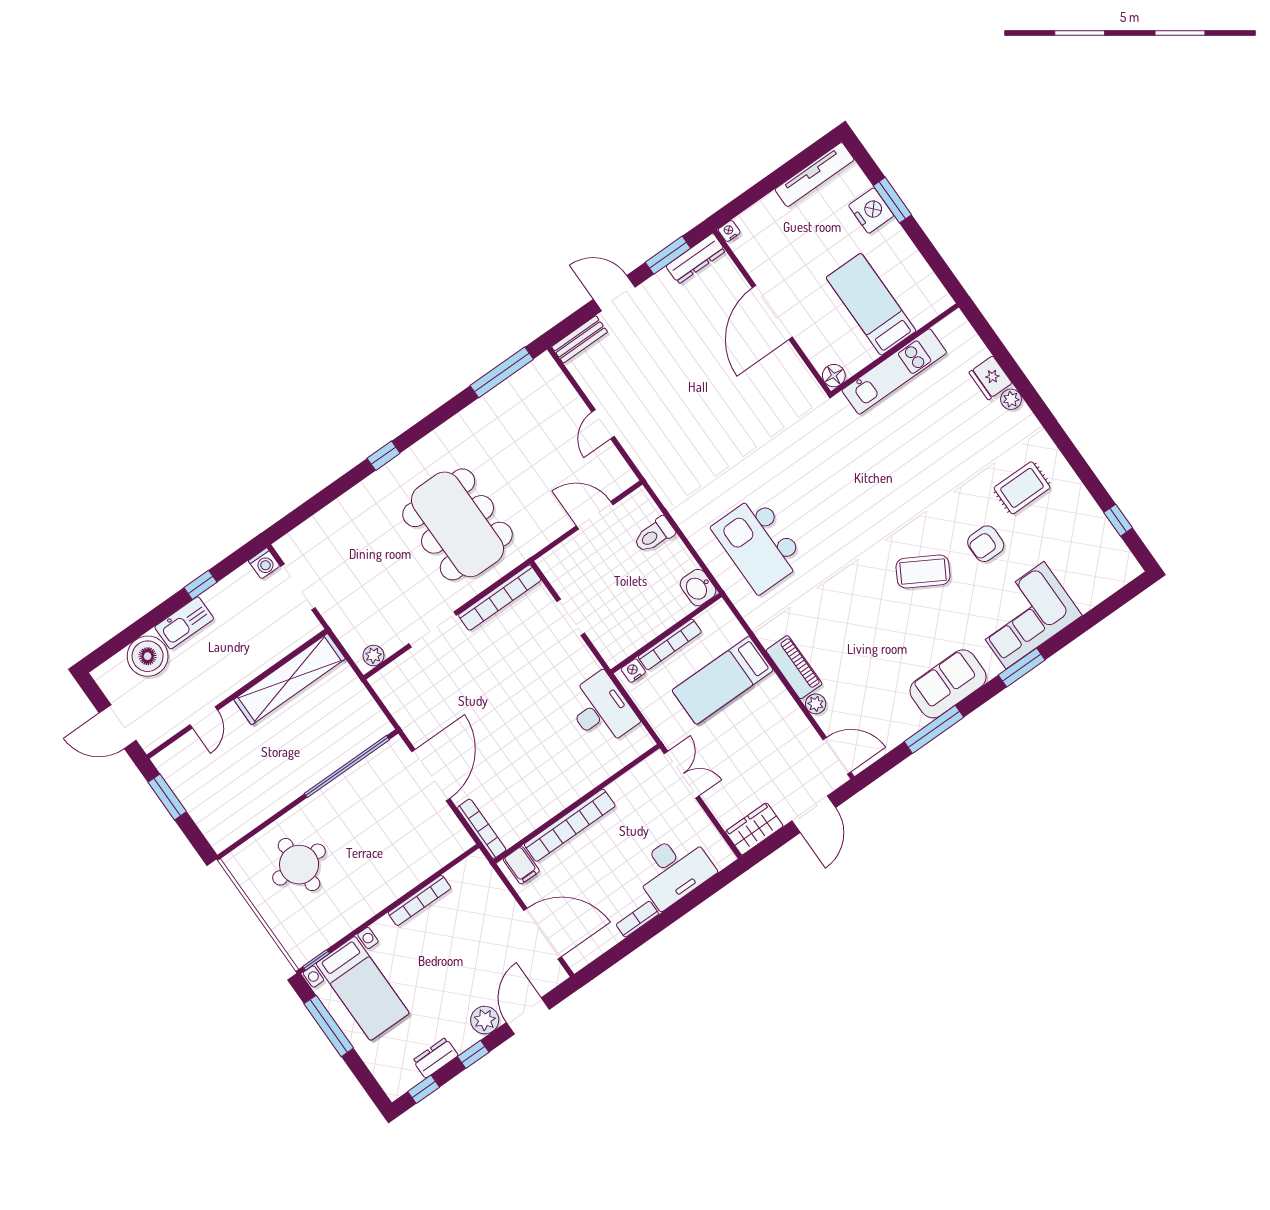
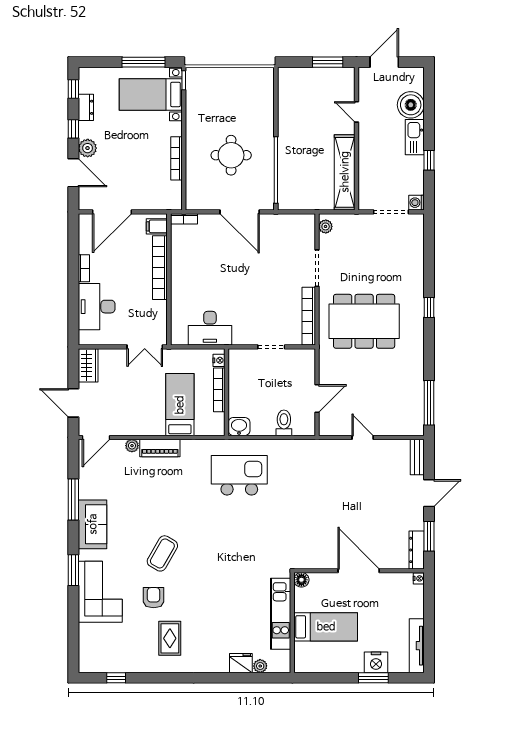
plant: (1011, 399) -> (260, 666), moved
bookcase: (482, 829) -> (184, 219), width x0.64
round table: (299, 865) -> (231, 155), moved

